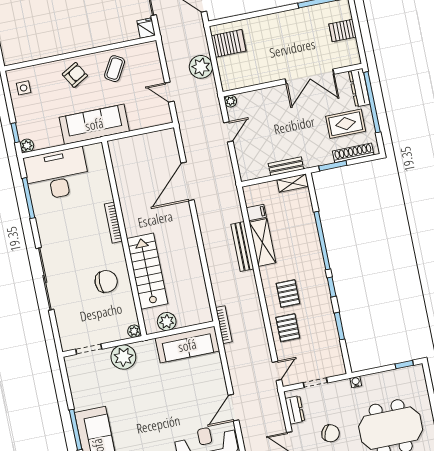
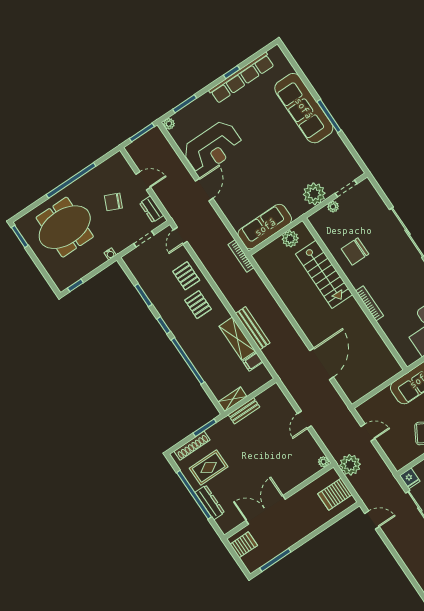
double door: (310, 77) -> (266, 510), moved
wall: (293, 80) -> (279, 501), moved
plant: (231, 101) -> (324, 462), moved
plant: (134, 331) -> (333, 207), moved

